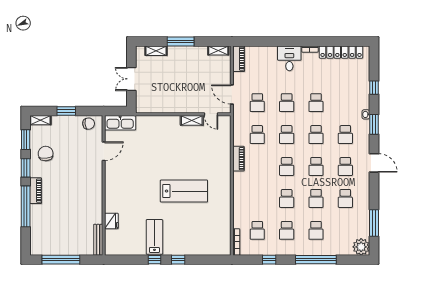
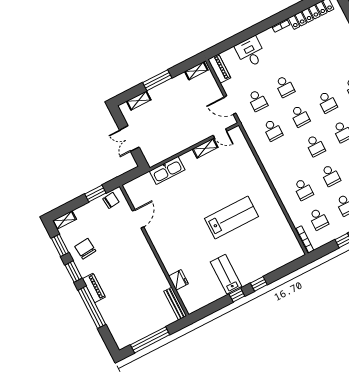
desk: (289, 58) -> (250, 52), moved
school desk: (316, 103) -> (303, 189), moved
window: (66, 111) -> (95, 194), moved
kitchen sink: (120, 123) -> (167, 170), moved
piano: (239, 159) -> (267, 161), removed

